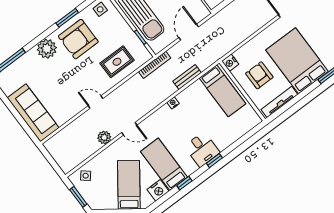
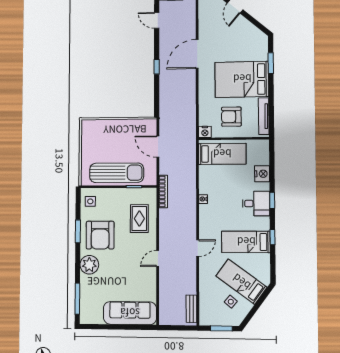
bench: (187, 77) -> (191, 309), moved
plant: (104, 137) -> (190, 273), removed
side table: (86, 176) -> (231, 302), moved
nightstand: (158, 190) -> (262, 174), moved

